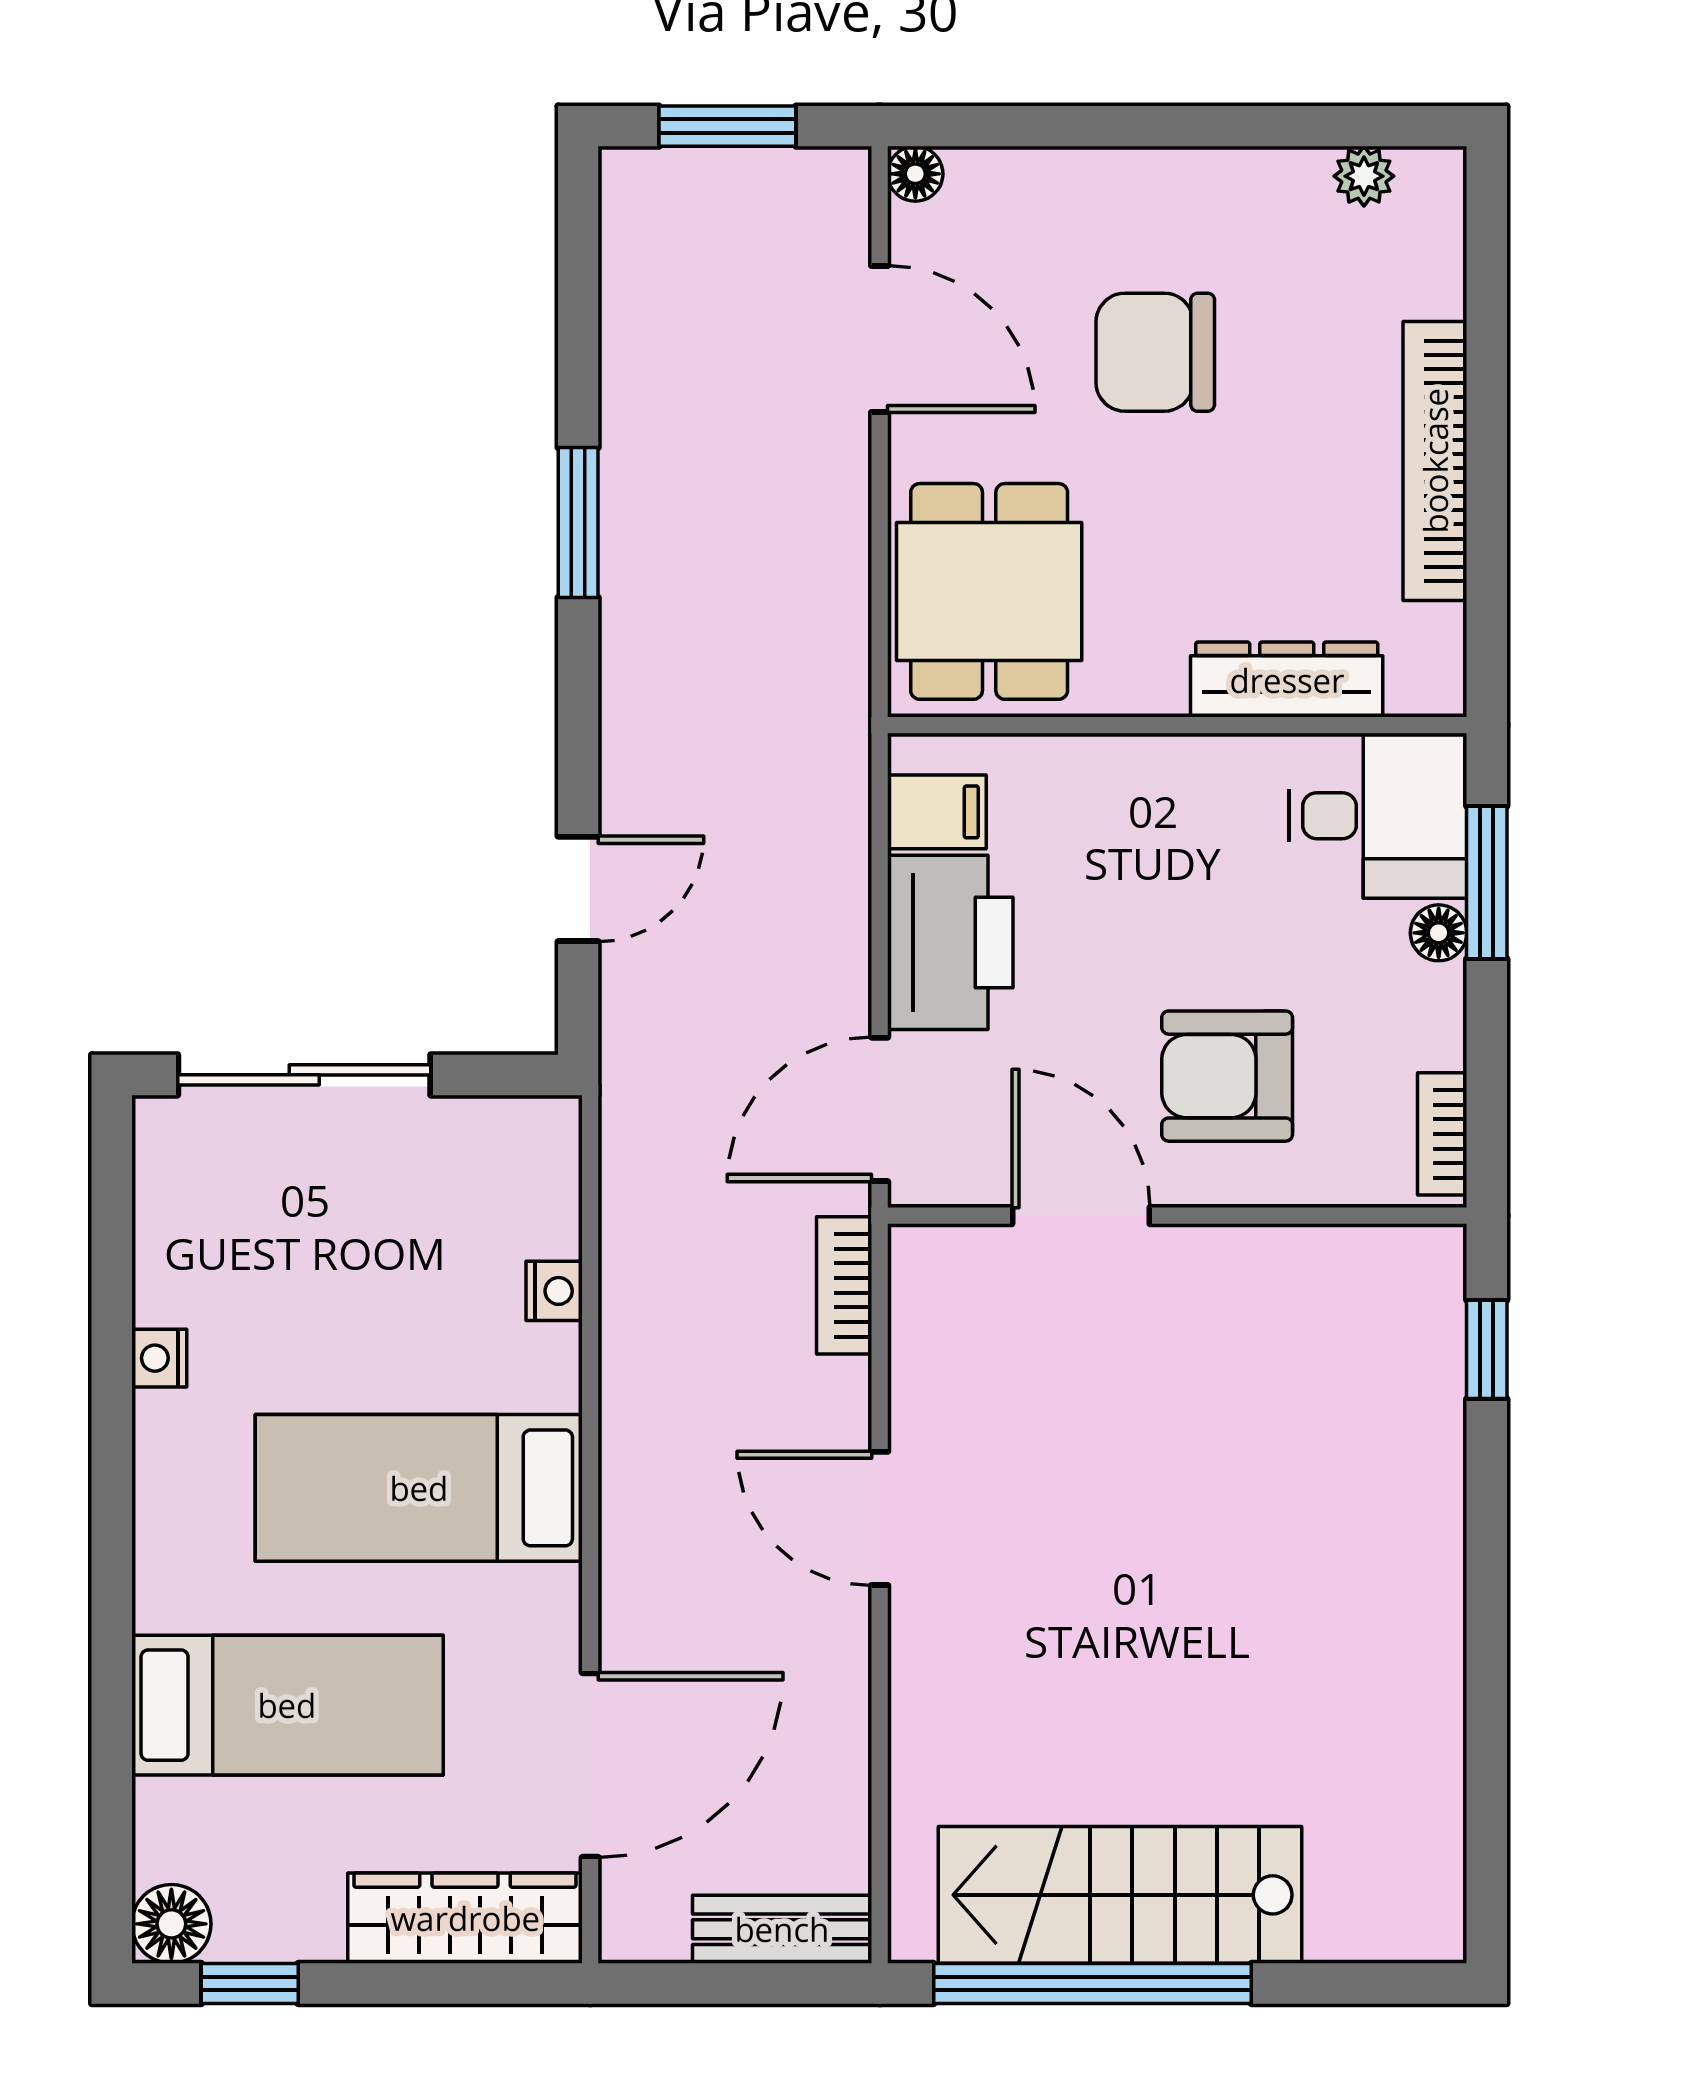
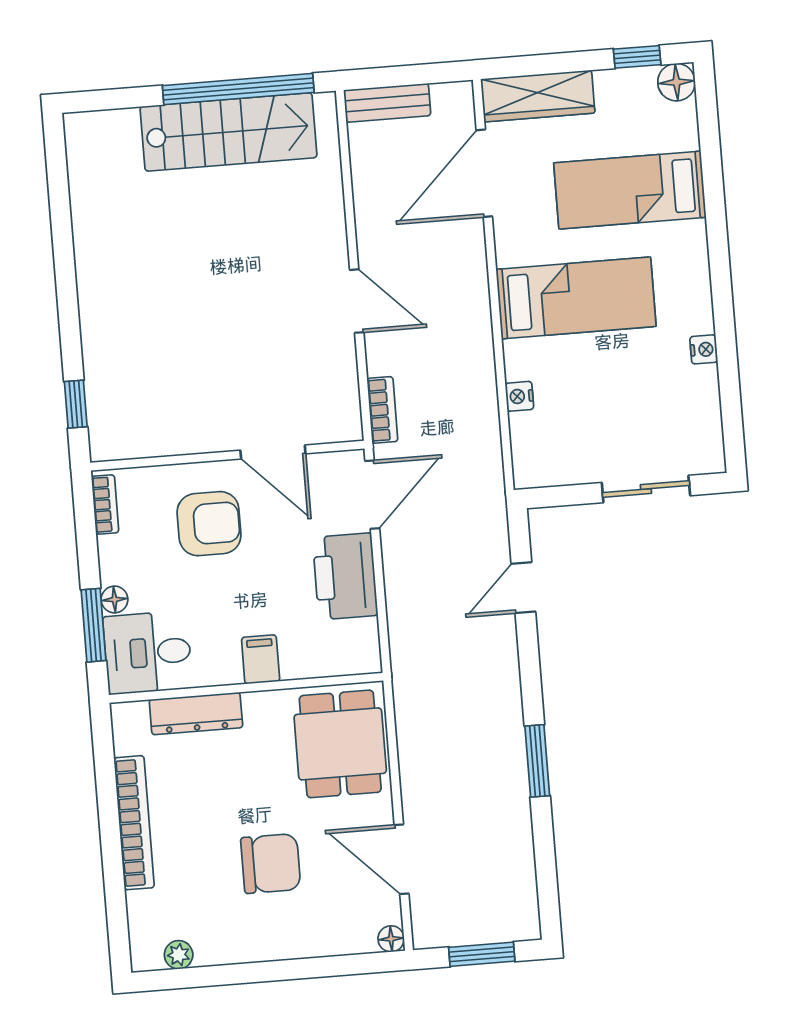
filing cabinet: (937, 812) -> (261, 659), moved, turned 90
sliding door: (304, 1075) -> (646, 489), width x0.73

